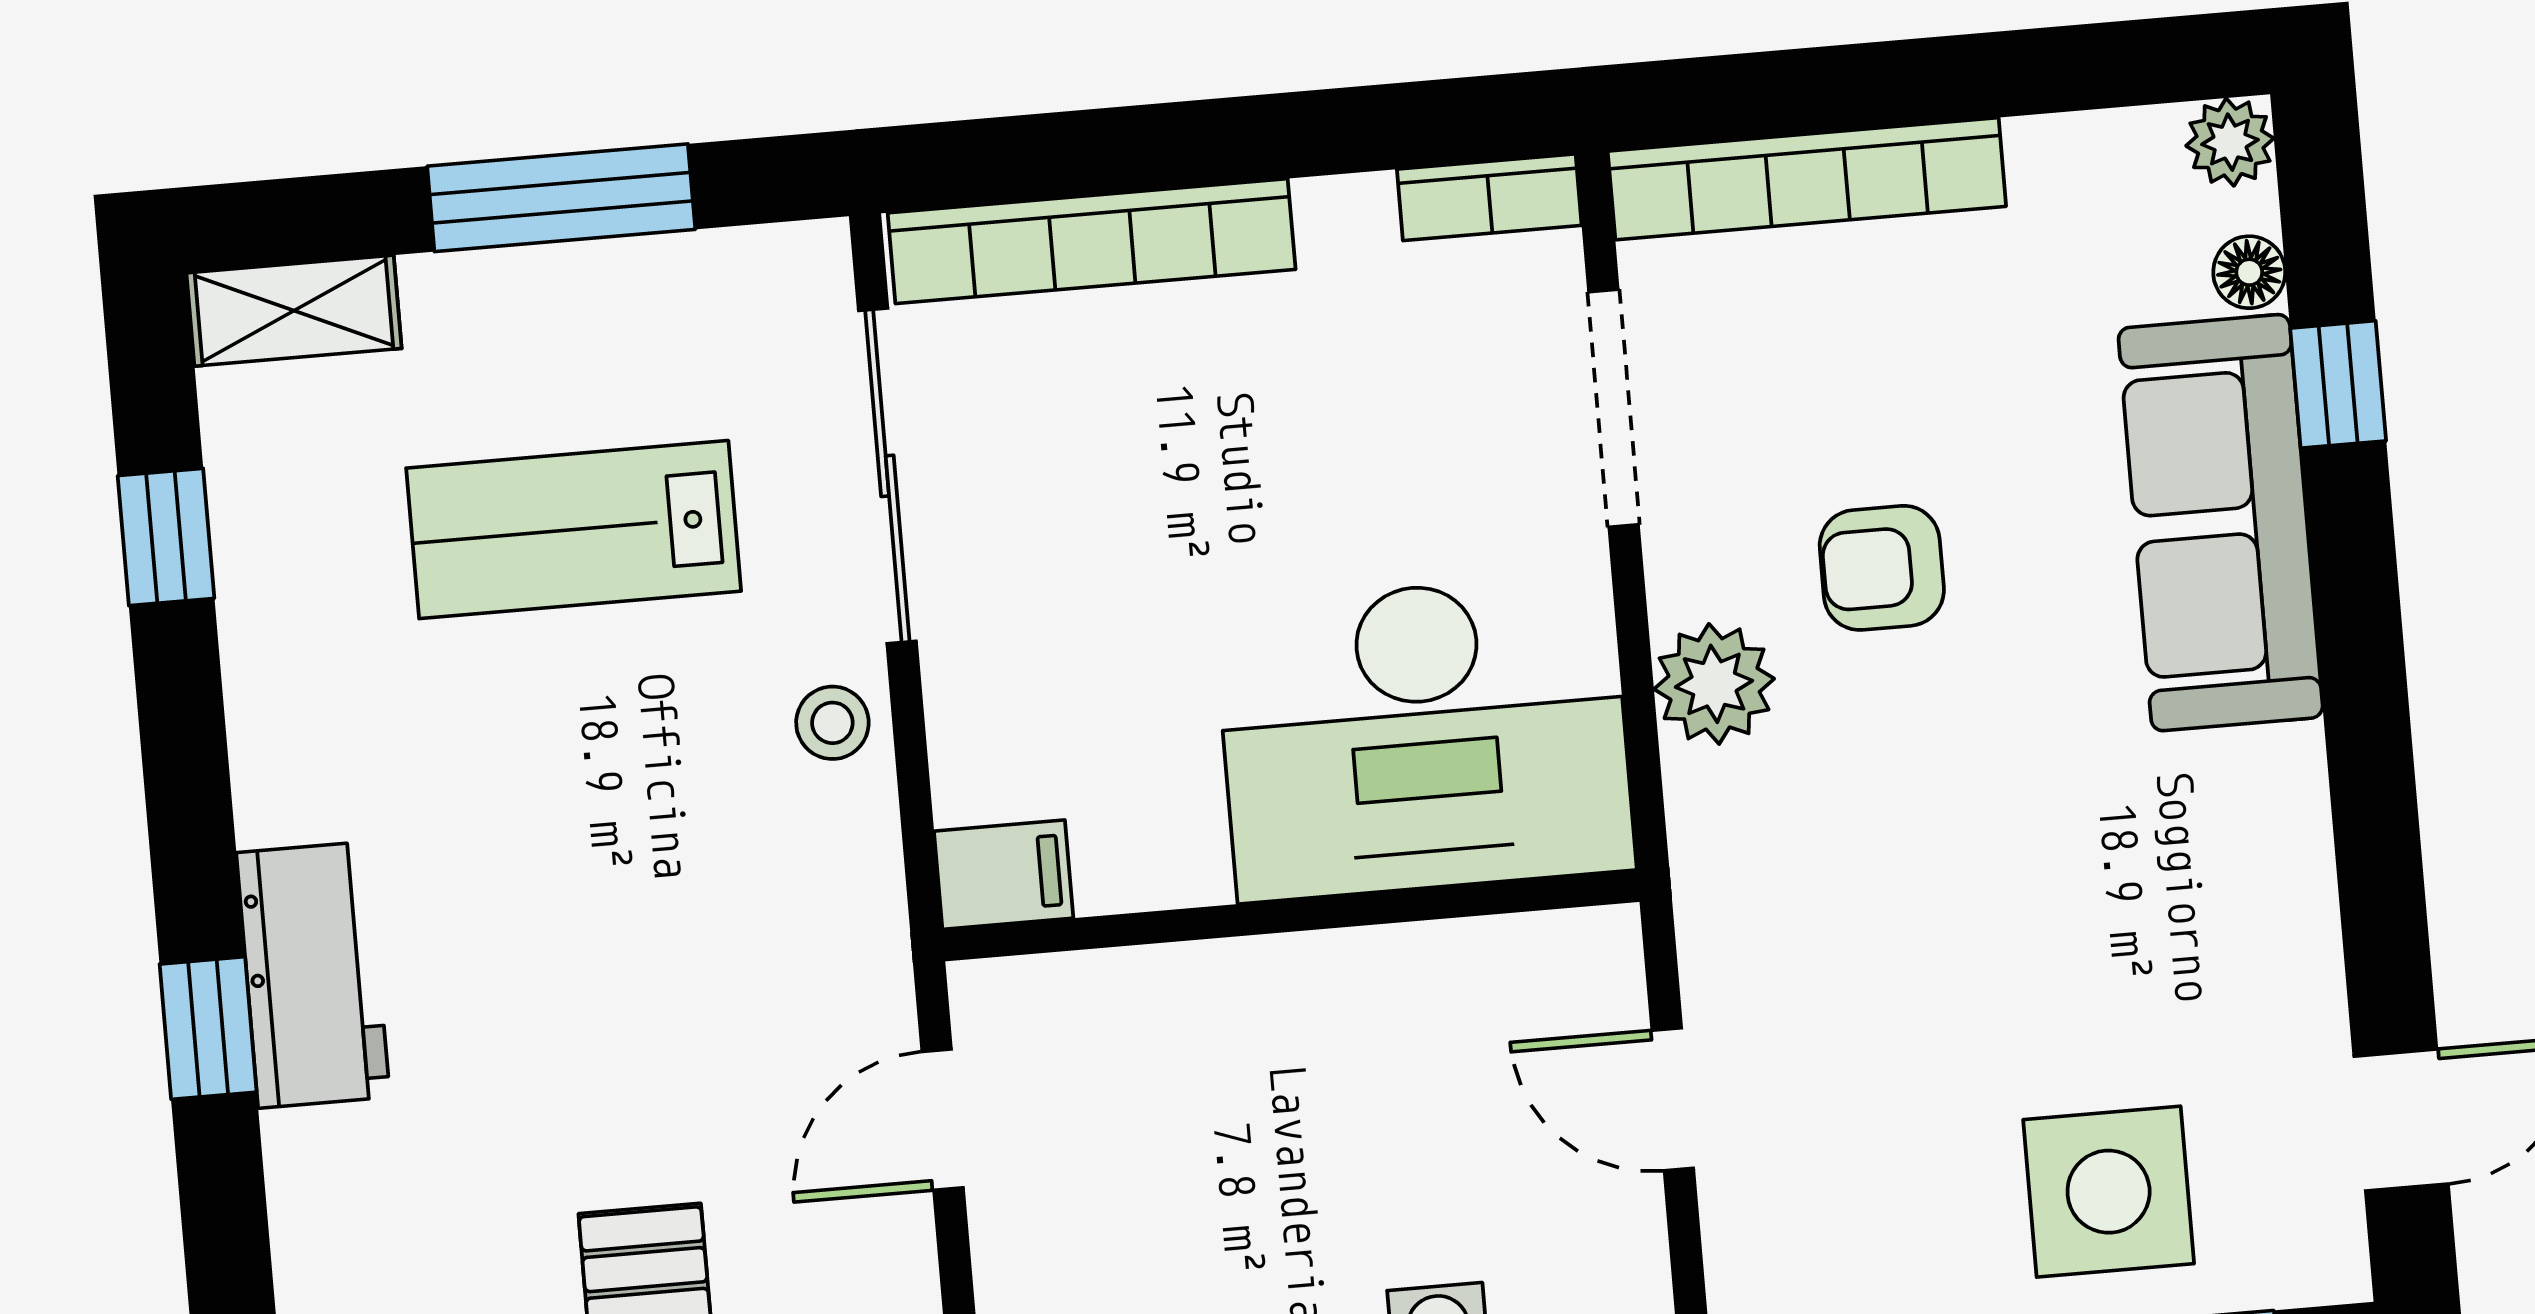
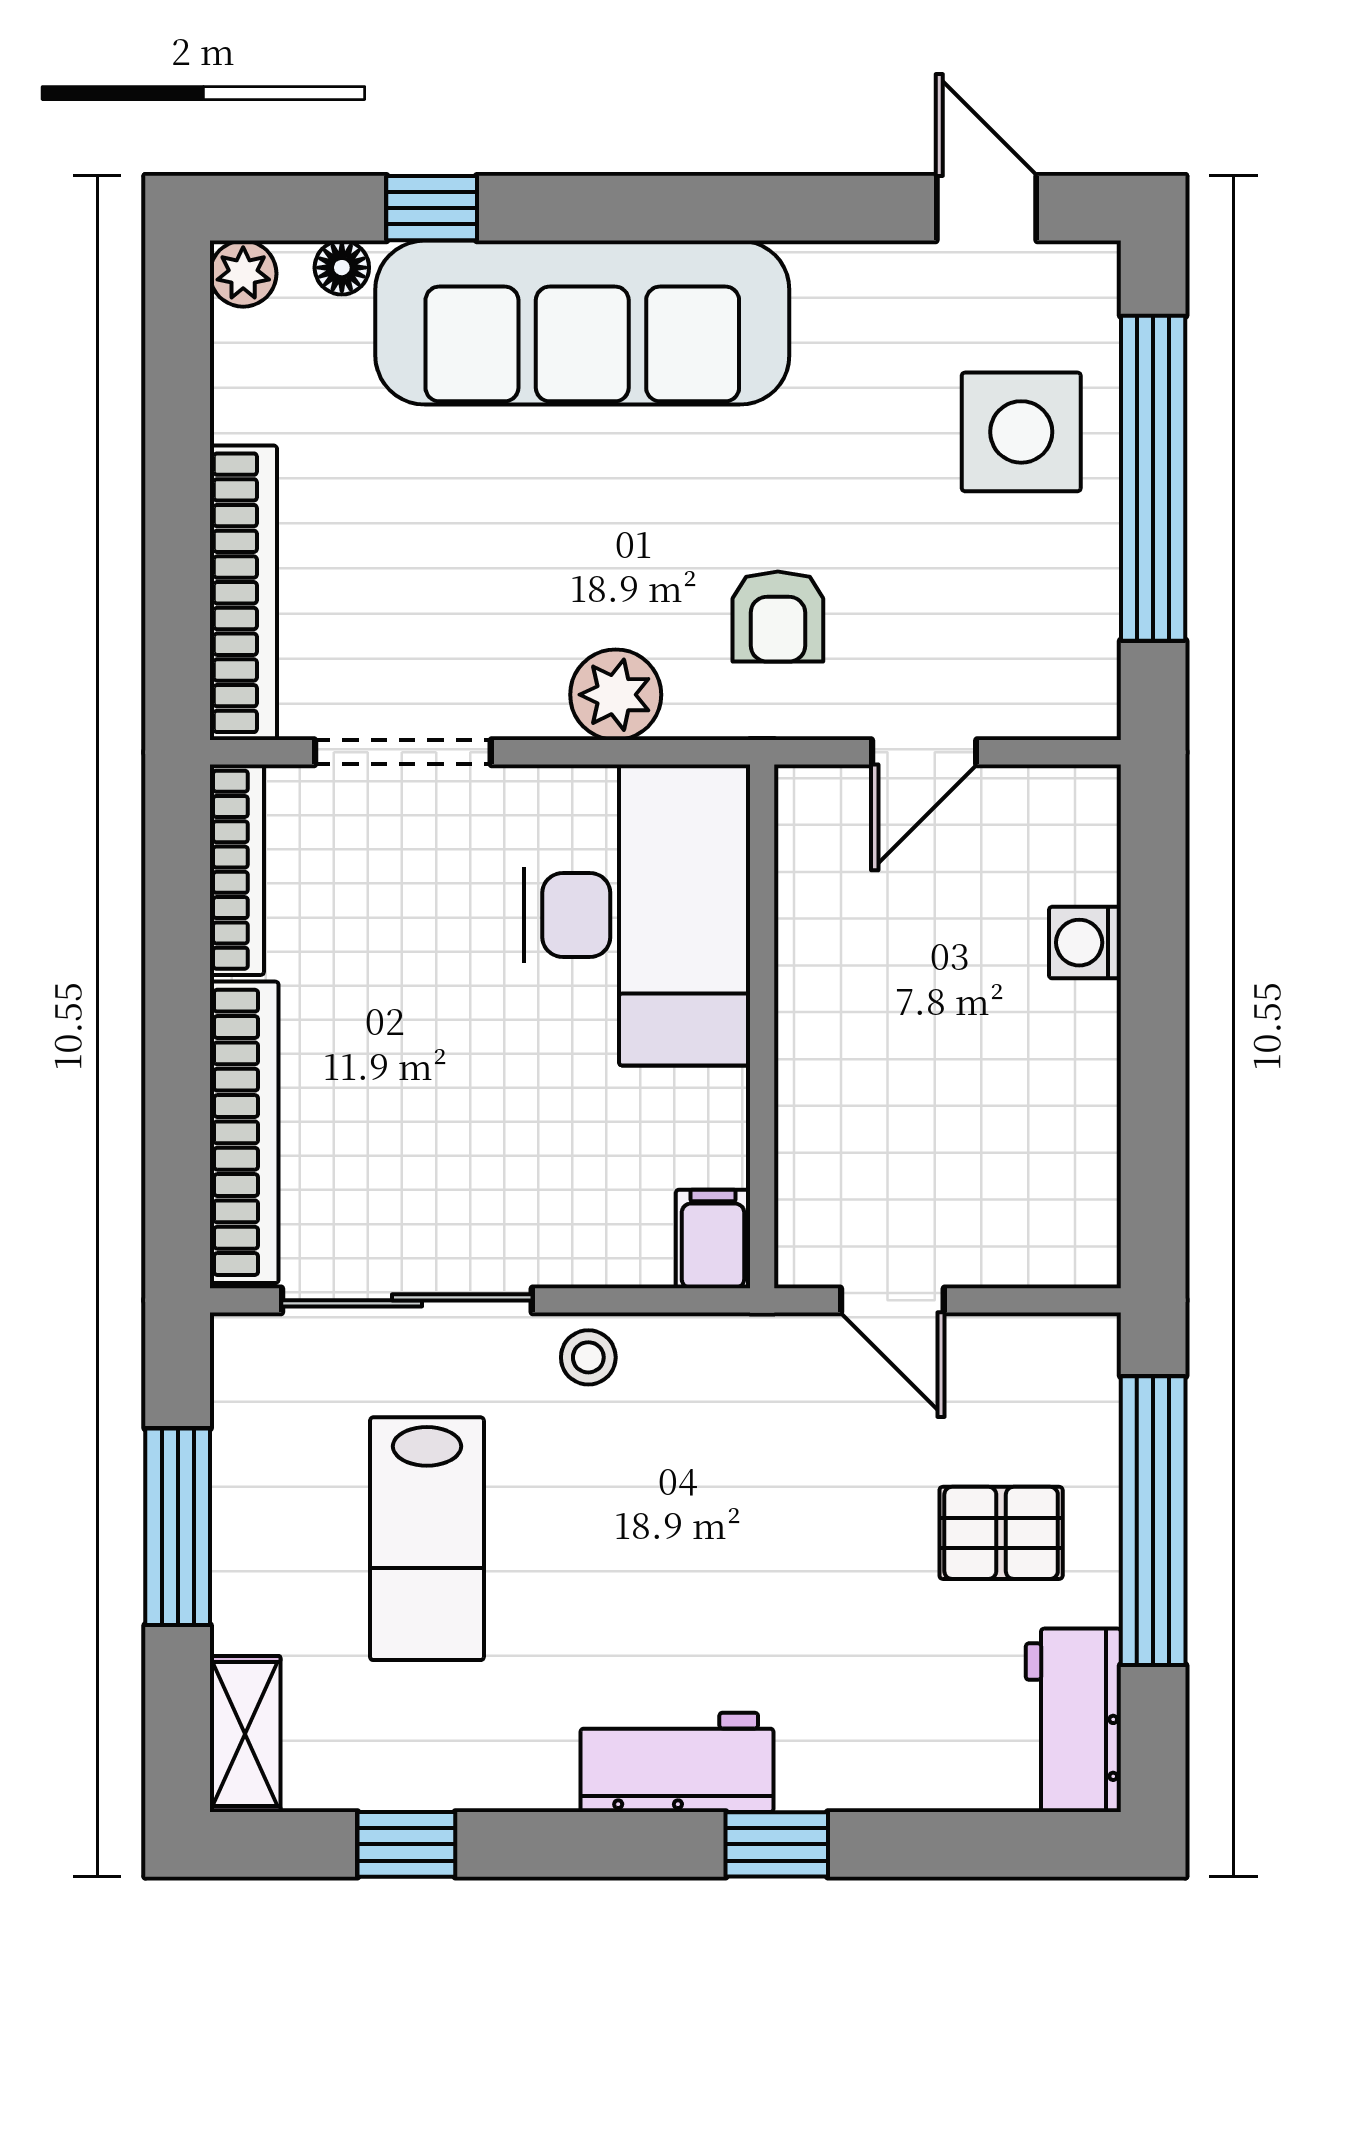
bookcase: (1489, 197) -> (237, 870), width x1.56
sofa: (2221, 523) -> (582, 323), width x1.36, depth x1.27
armchair: (1882, 568) -> (778, 616), moved
workbench: (313, 975) -> (677, 1762), moved

